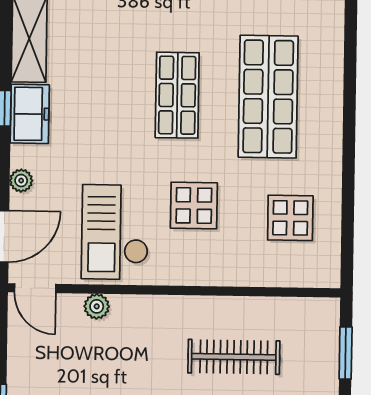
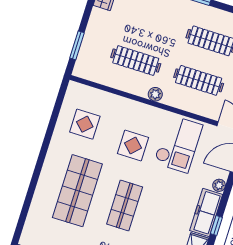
freezer: (30, 114) -> (206, 213), width x1.40
plant: (97, 306) -> (155, 94), moved
clothes rail: (112, 355) -> (199, 80), added

